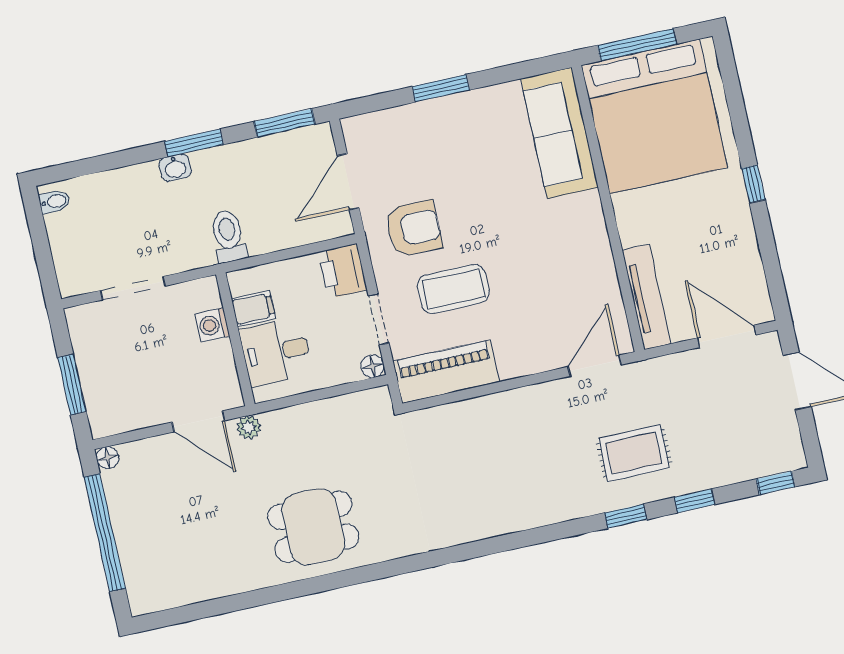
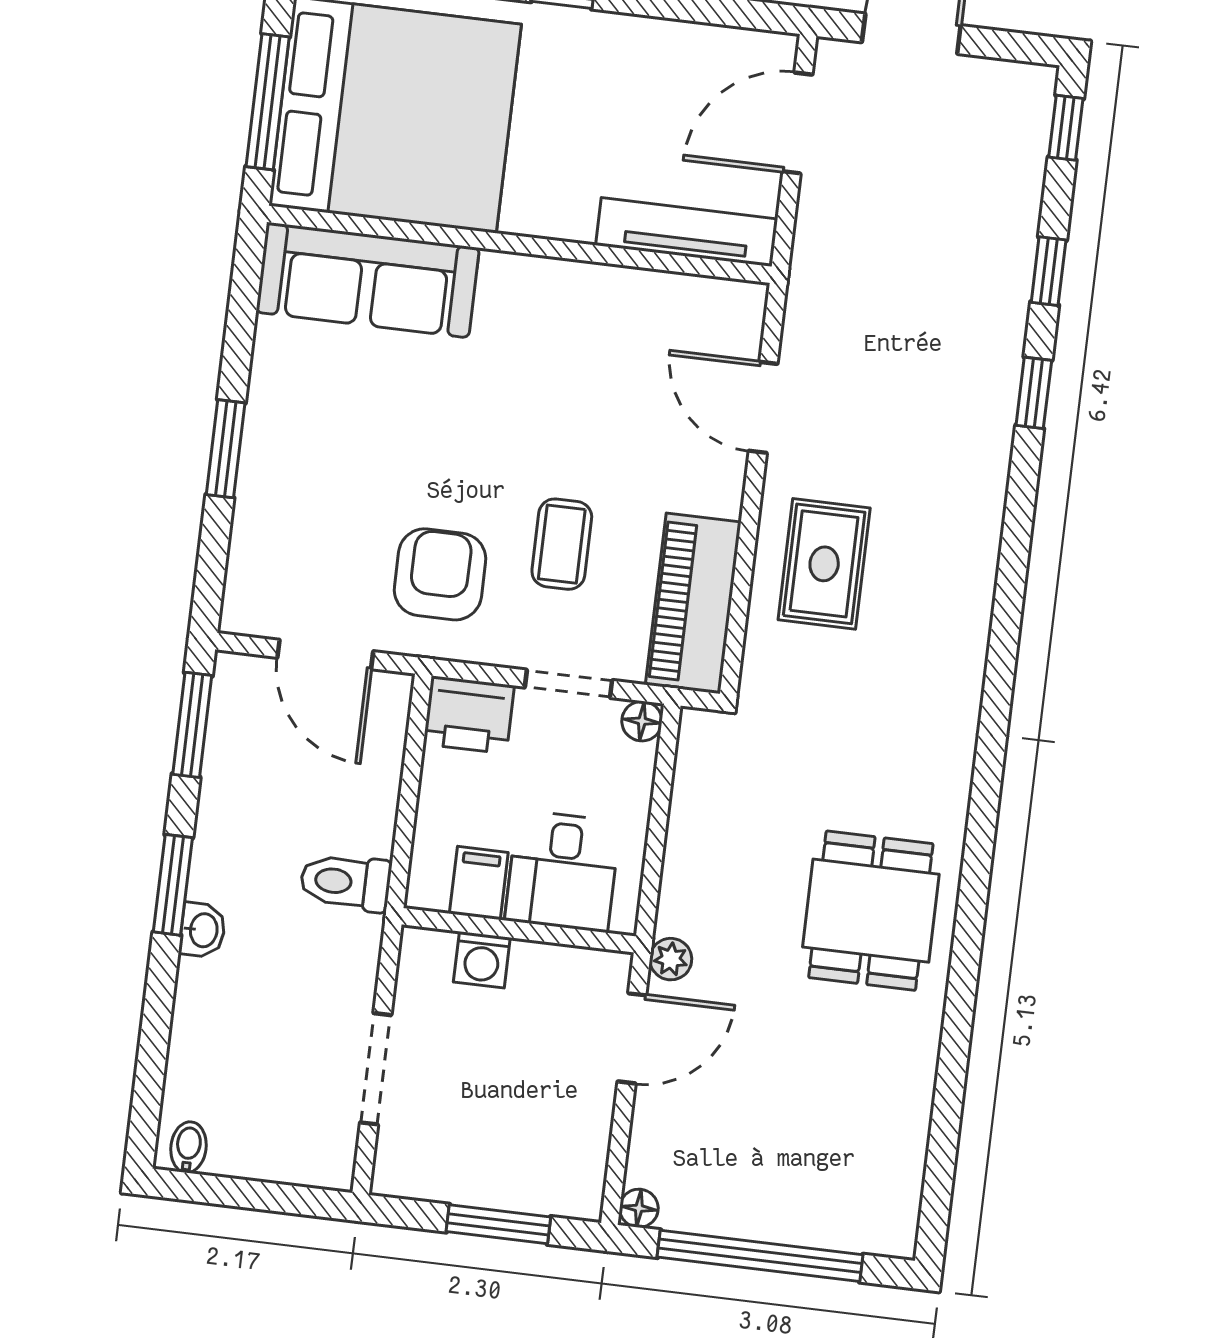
coffee table: (453, 289) -> (562, 544), width x0.73, depth x0.77
door: (595, 366) -> (763, 407), moved
rug: (634, 453) -> (824, 564), moved

